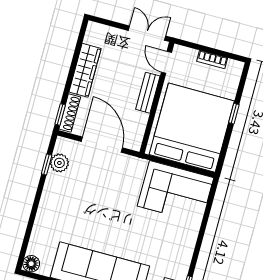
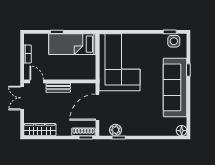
door: (166, 62) -> (37, 81), swing flipped
wardrobe: (85, 70) -> (40, 130), moved
bed: (192, 128) -> (72, 44), width x0.49
corner sofa: (175, 192) -> (119, 62), width x1.36, depth x1.36

